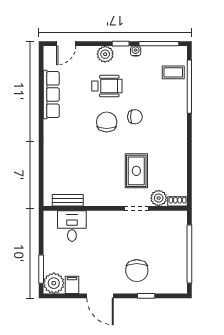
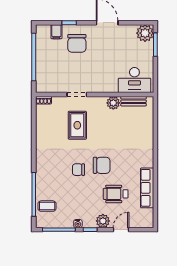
door: (66, 44) -> (121, 230), moved
wheelchair: (107, 86) -> (116, 194), moved
chair: (107, 122) -> (102, 165), turned -90
plant: (159, 198) -> (113, 103), moved
desk: (72, 226) -> (134, 80), width x1.37
chair: (137, 271) -> (77, 43), turned 180
filing cabinet: (72, 285) -> (56, 32), moved

